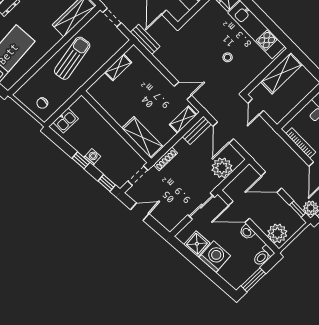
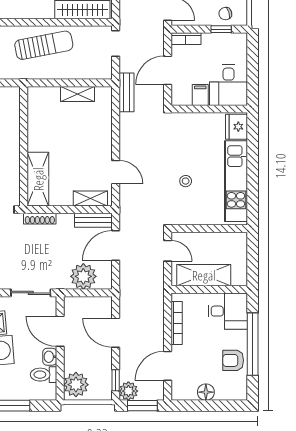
shelving: (282, 73) -> (204, 275), moved
door: (256, 107) -> (168, 251), swing flipped
toilet: (263, 256) -> (44, 375), moved

